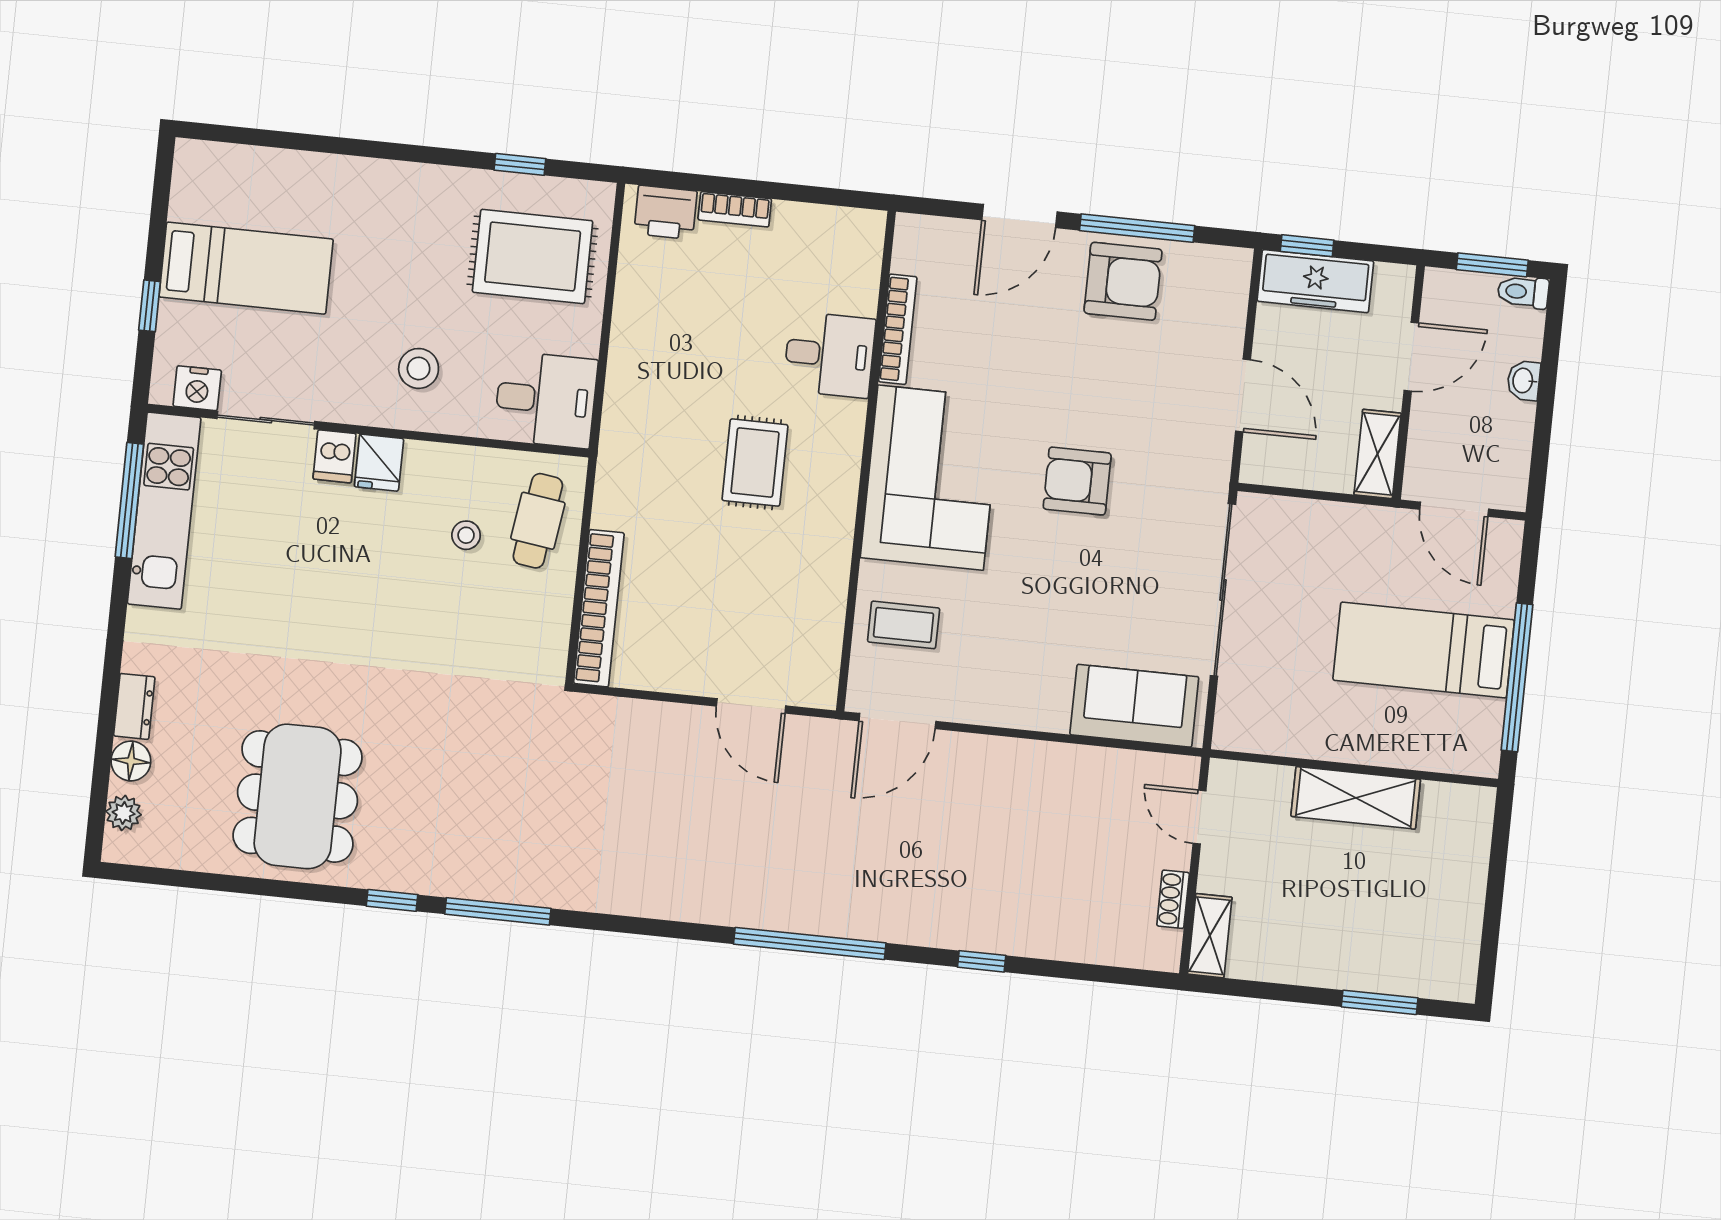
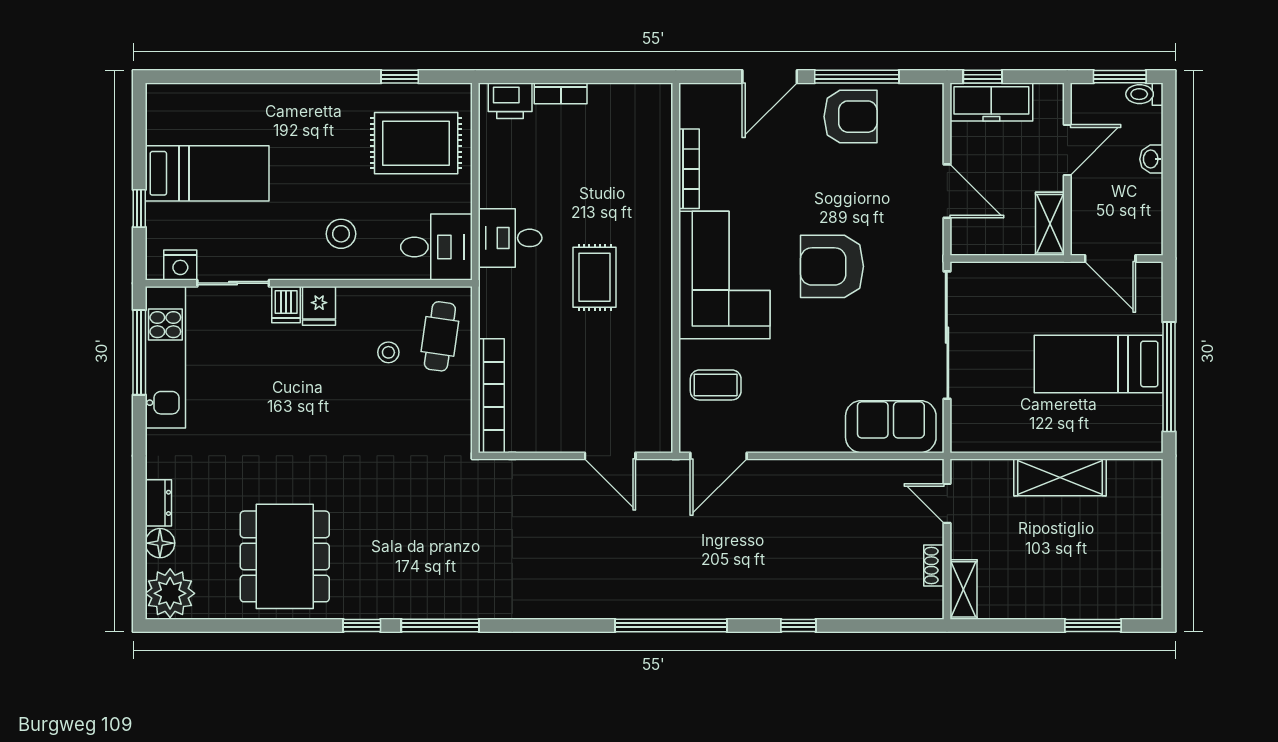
desk: (829, 355) -> (510, 238), moved, turned 180
armchair: (1077, 481) -> (832, 266), width x1.36, depth x1.36
plant: (124, 813) -> (170, 593), width x1.87, depth x1.87

